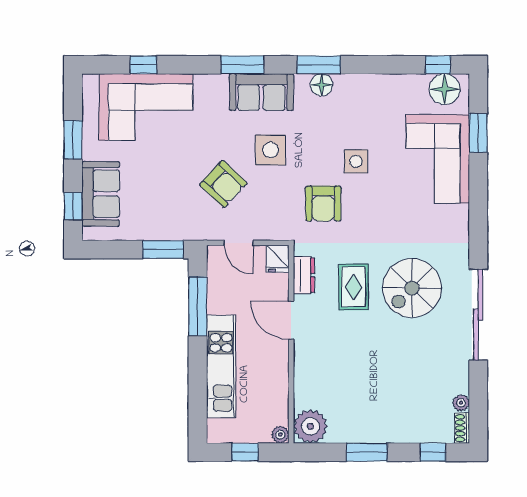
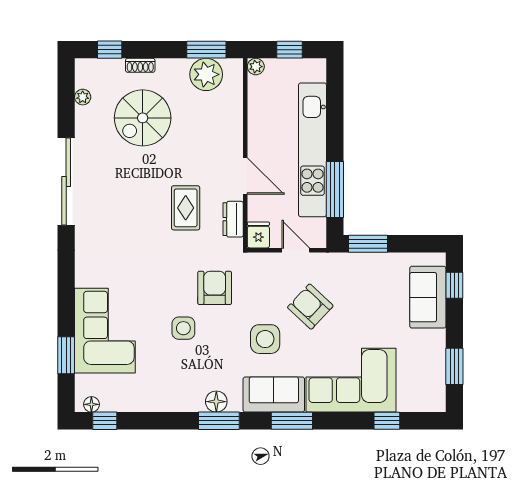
floor lamp: (445, 89) -> (91, 404), width x0.53, depth x0.53
corner sofa: (146, 107) -> (351, 380), moved
window: (73, 140) -> (454, 366), moved
spiral stairs: (412, 288) -> (143, 118), moved, turned 180
kitchen unit: (221, 366) -> (313, 150), width x1.36
plant: (310, 426) -> (206, 74), moved
shoe rack: (462, 428) -> (140, 65), moved, turned 90
window: (367, 452) -> (206, 50), moved

